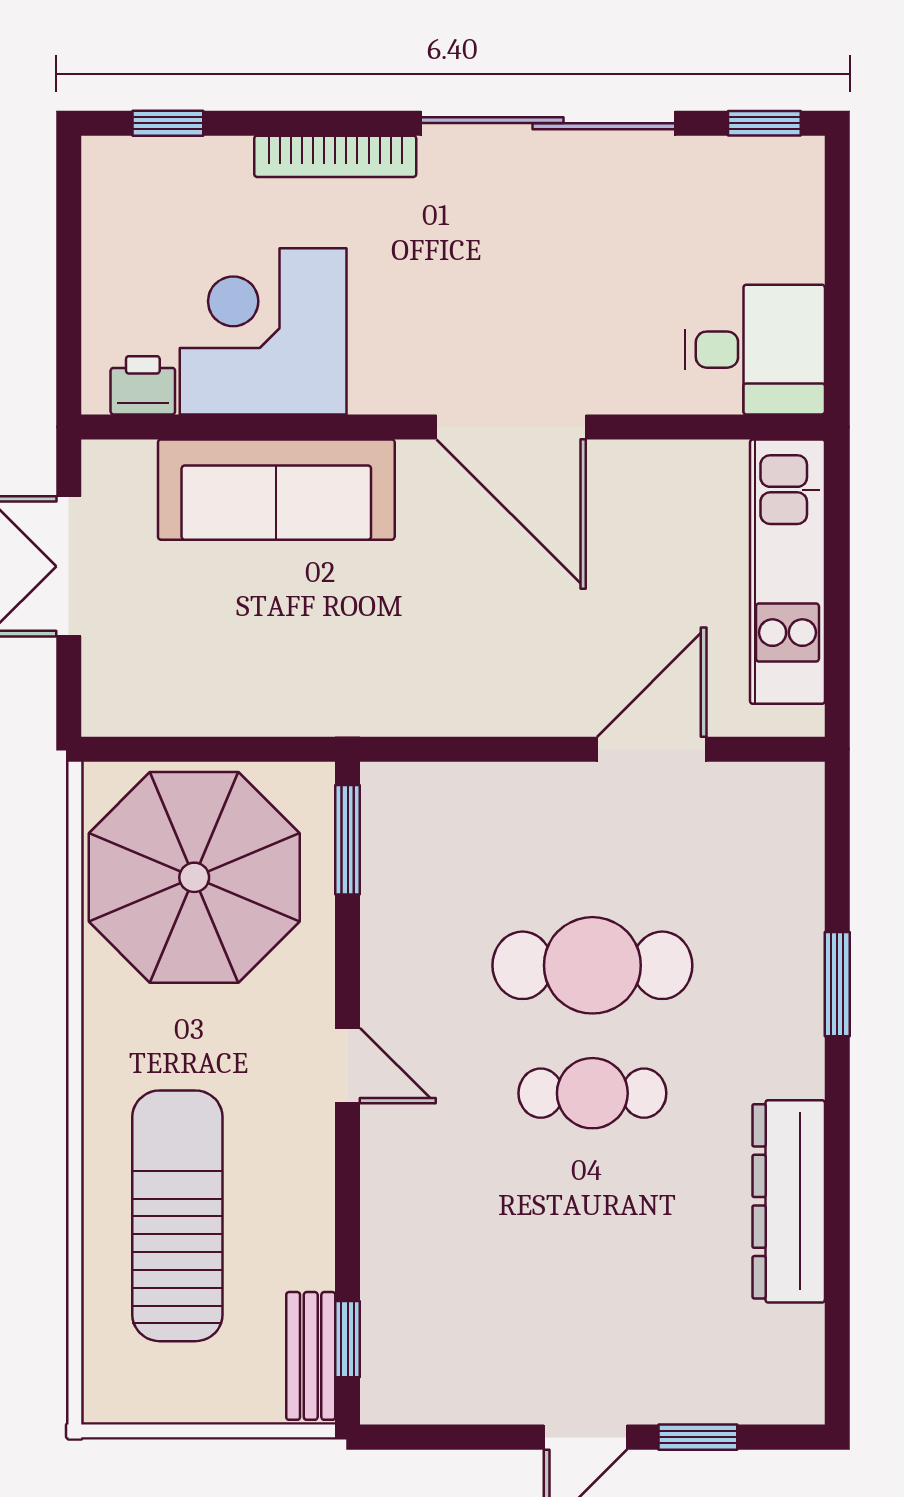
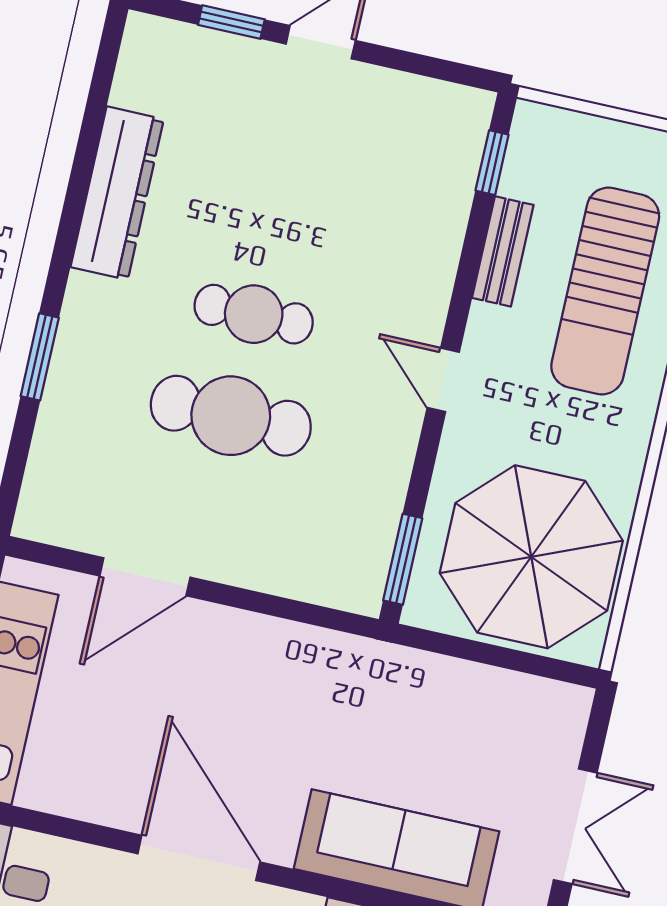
bench: (311, 1356) -> (503, 251), moved

